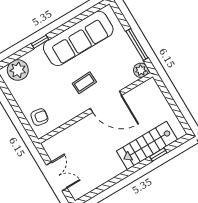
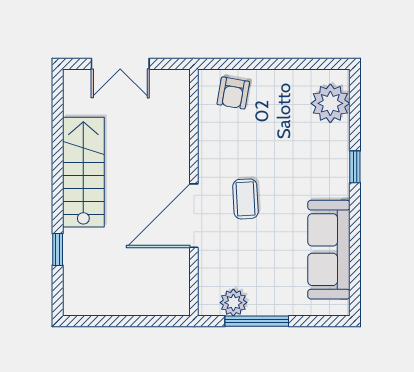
sofa: (78, 38) -> (329, 250), width x0.74, depth x0.79
plant: (141, 70) -> (233, 303), moved
stairs: (147, 145) -> (83, 172), moved

